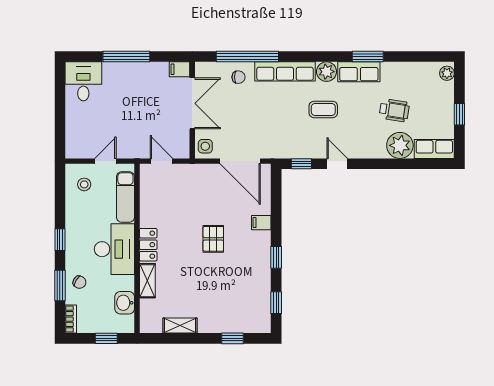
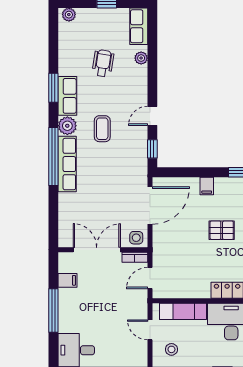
window: (247, 56) -> (53, 156), moved
filing cabinet: (180, 69) -> (67, 280), moved, turned -90
chair: (238, 77) -> (72, 207), removed
bookcase: (184, 145) -> (135, 257), added
plant: (400, 145) -> (141, 58), width x0.53, depth x0.53

